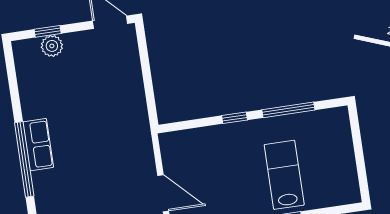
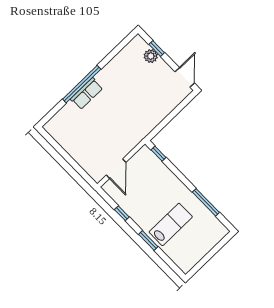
window: (235, 118) -> (159, 154), moved
row of seats: (38, 145) -> (87, 94), moved

